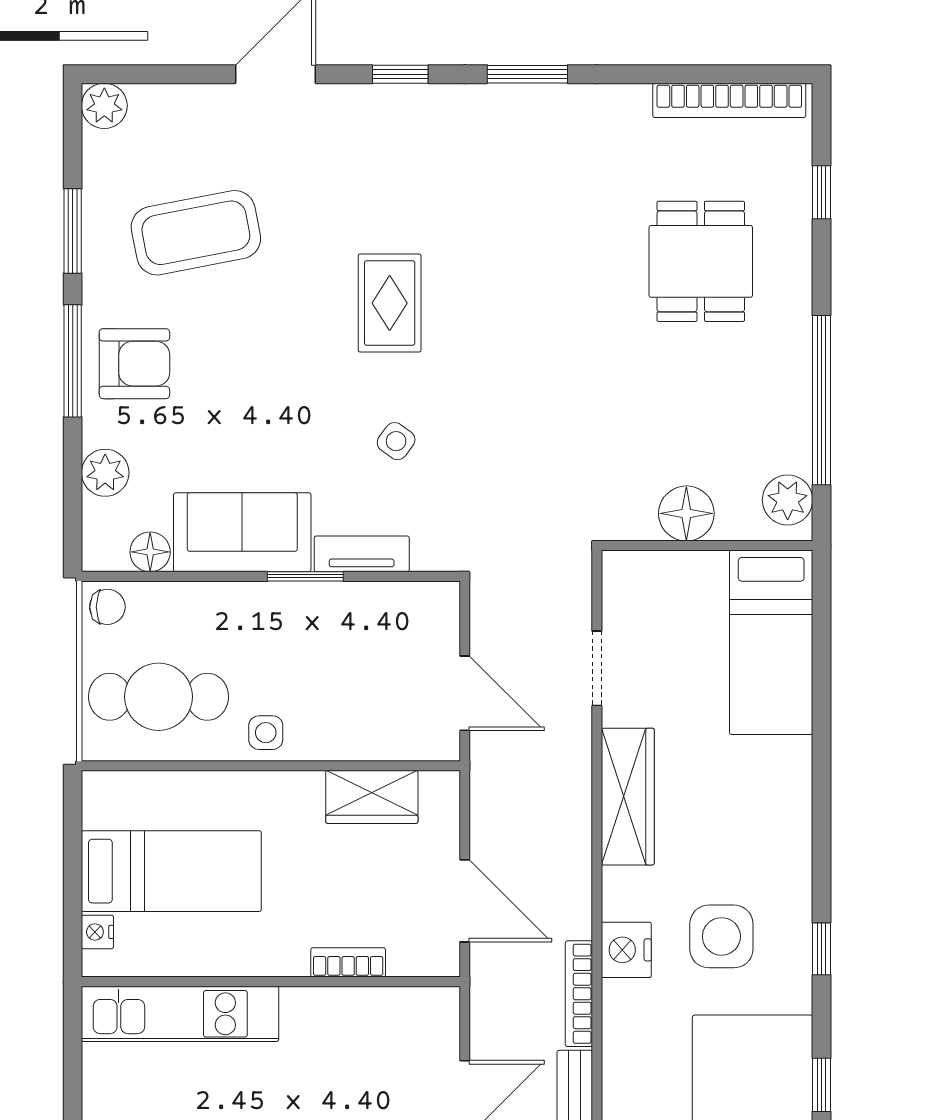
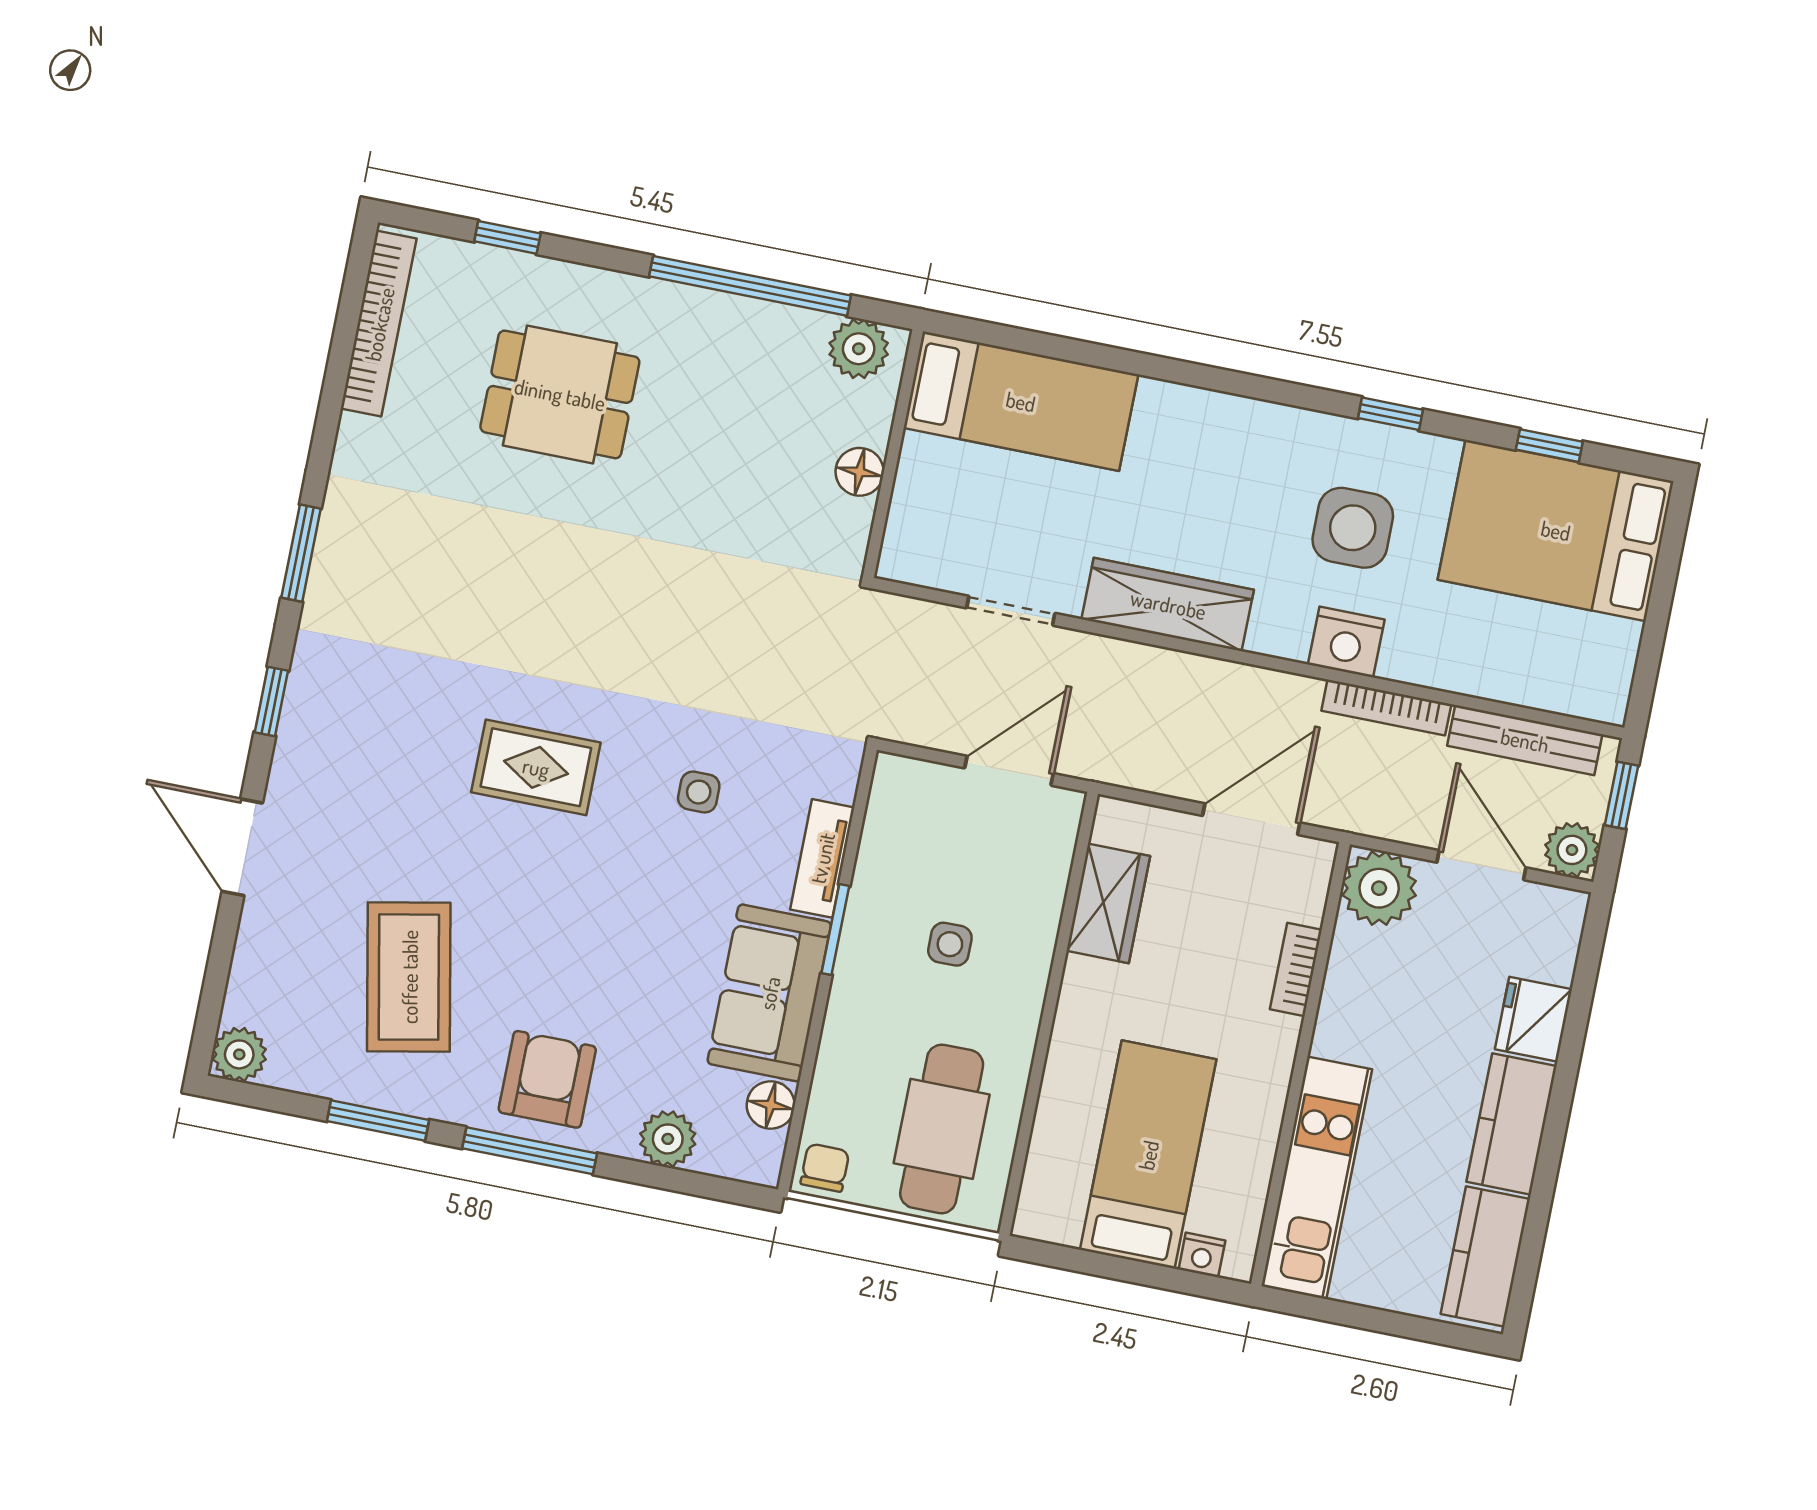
side table: (396, 441) -> (699, 792), turned -36
floor lamp: (686, 513) -> (860, 472), width x0.73, depth x0.73
side table: (266, 733) -> (950, 944), moved
plant: (429, 1017) -> (1379, 888), added

